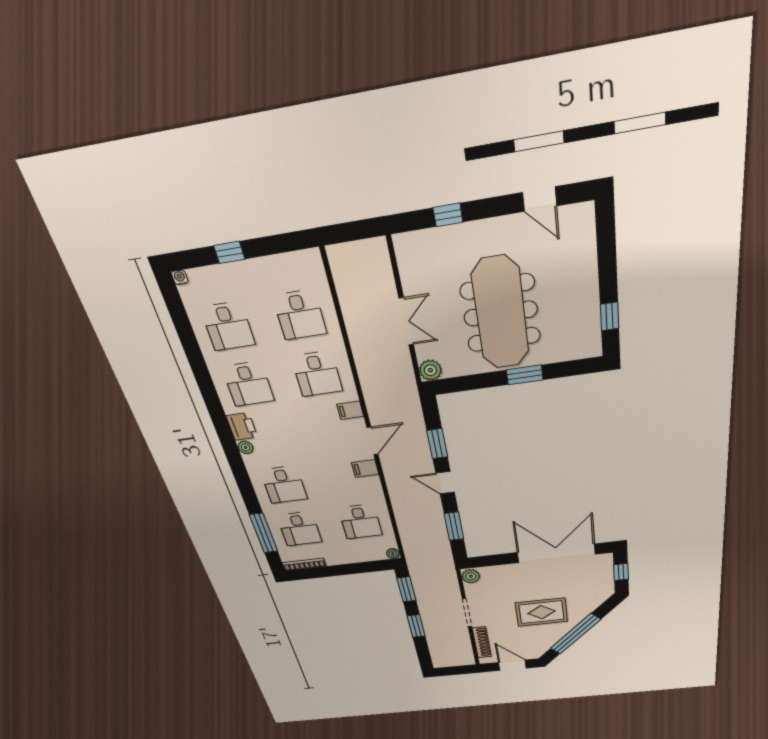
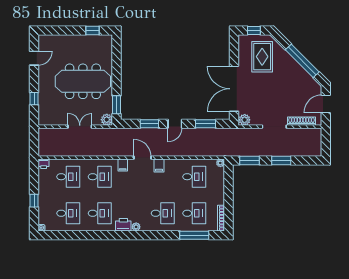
printer: (312, 260) -> (44, 164), added
window: (525, 375) -> (117, 105), moved
double door: (556, 553) -> (234, 89), moved
rug: (541, 612) -> (262, 57), moved

